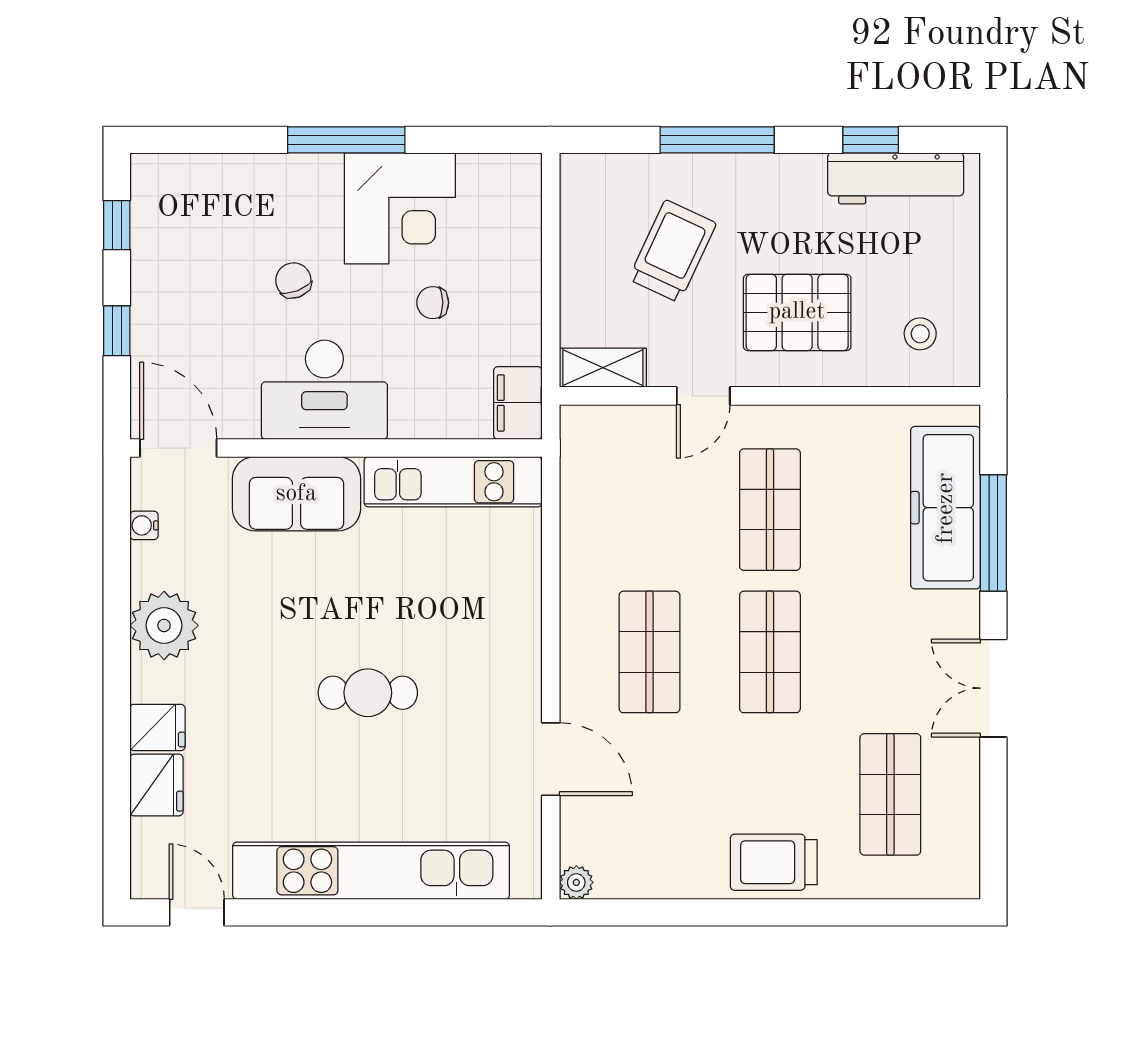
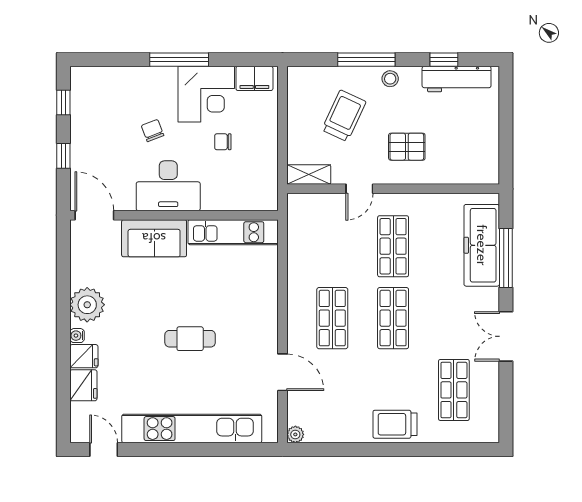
pallet: (797, 312) -> (407, 147), width x0.67, depth x0.71
stool: (920, 334) -> (390, 79), moved
filing cabinet: (518, 403) -> (254, 78), moved, turned -90
water cooler: (144, 525) -> (77, 336), moved

